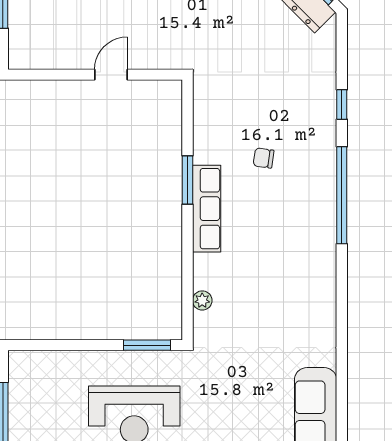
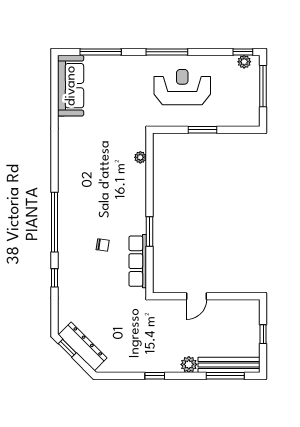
row of seats: (207, 209) -> (138, 261), moved
window: (147, 345) -> (202, 130), moved

